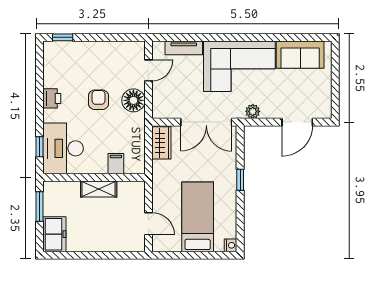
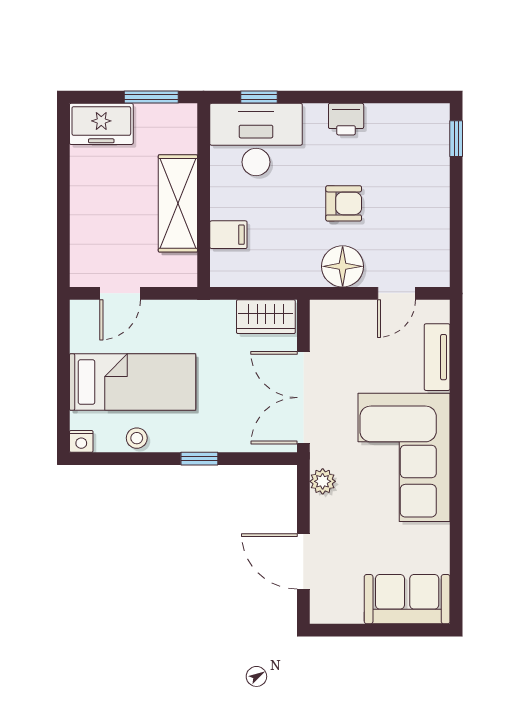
sofa: (300, 55) -> (407, 599), moved, turned 90
door: (148, 70) -> (396, 293), hinge flipped
shelving: (99, 189) -> (178, 203), width x1.50, depth x1.33
stool: (229, 215) -> (137, 438), added

